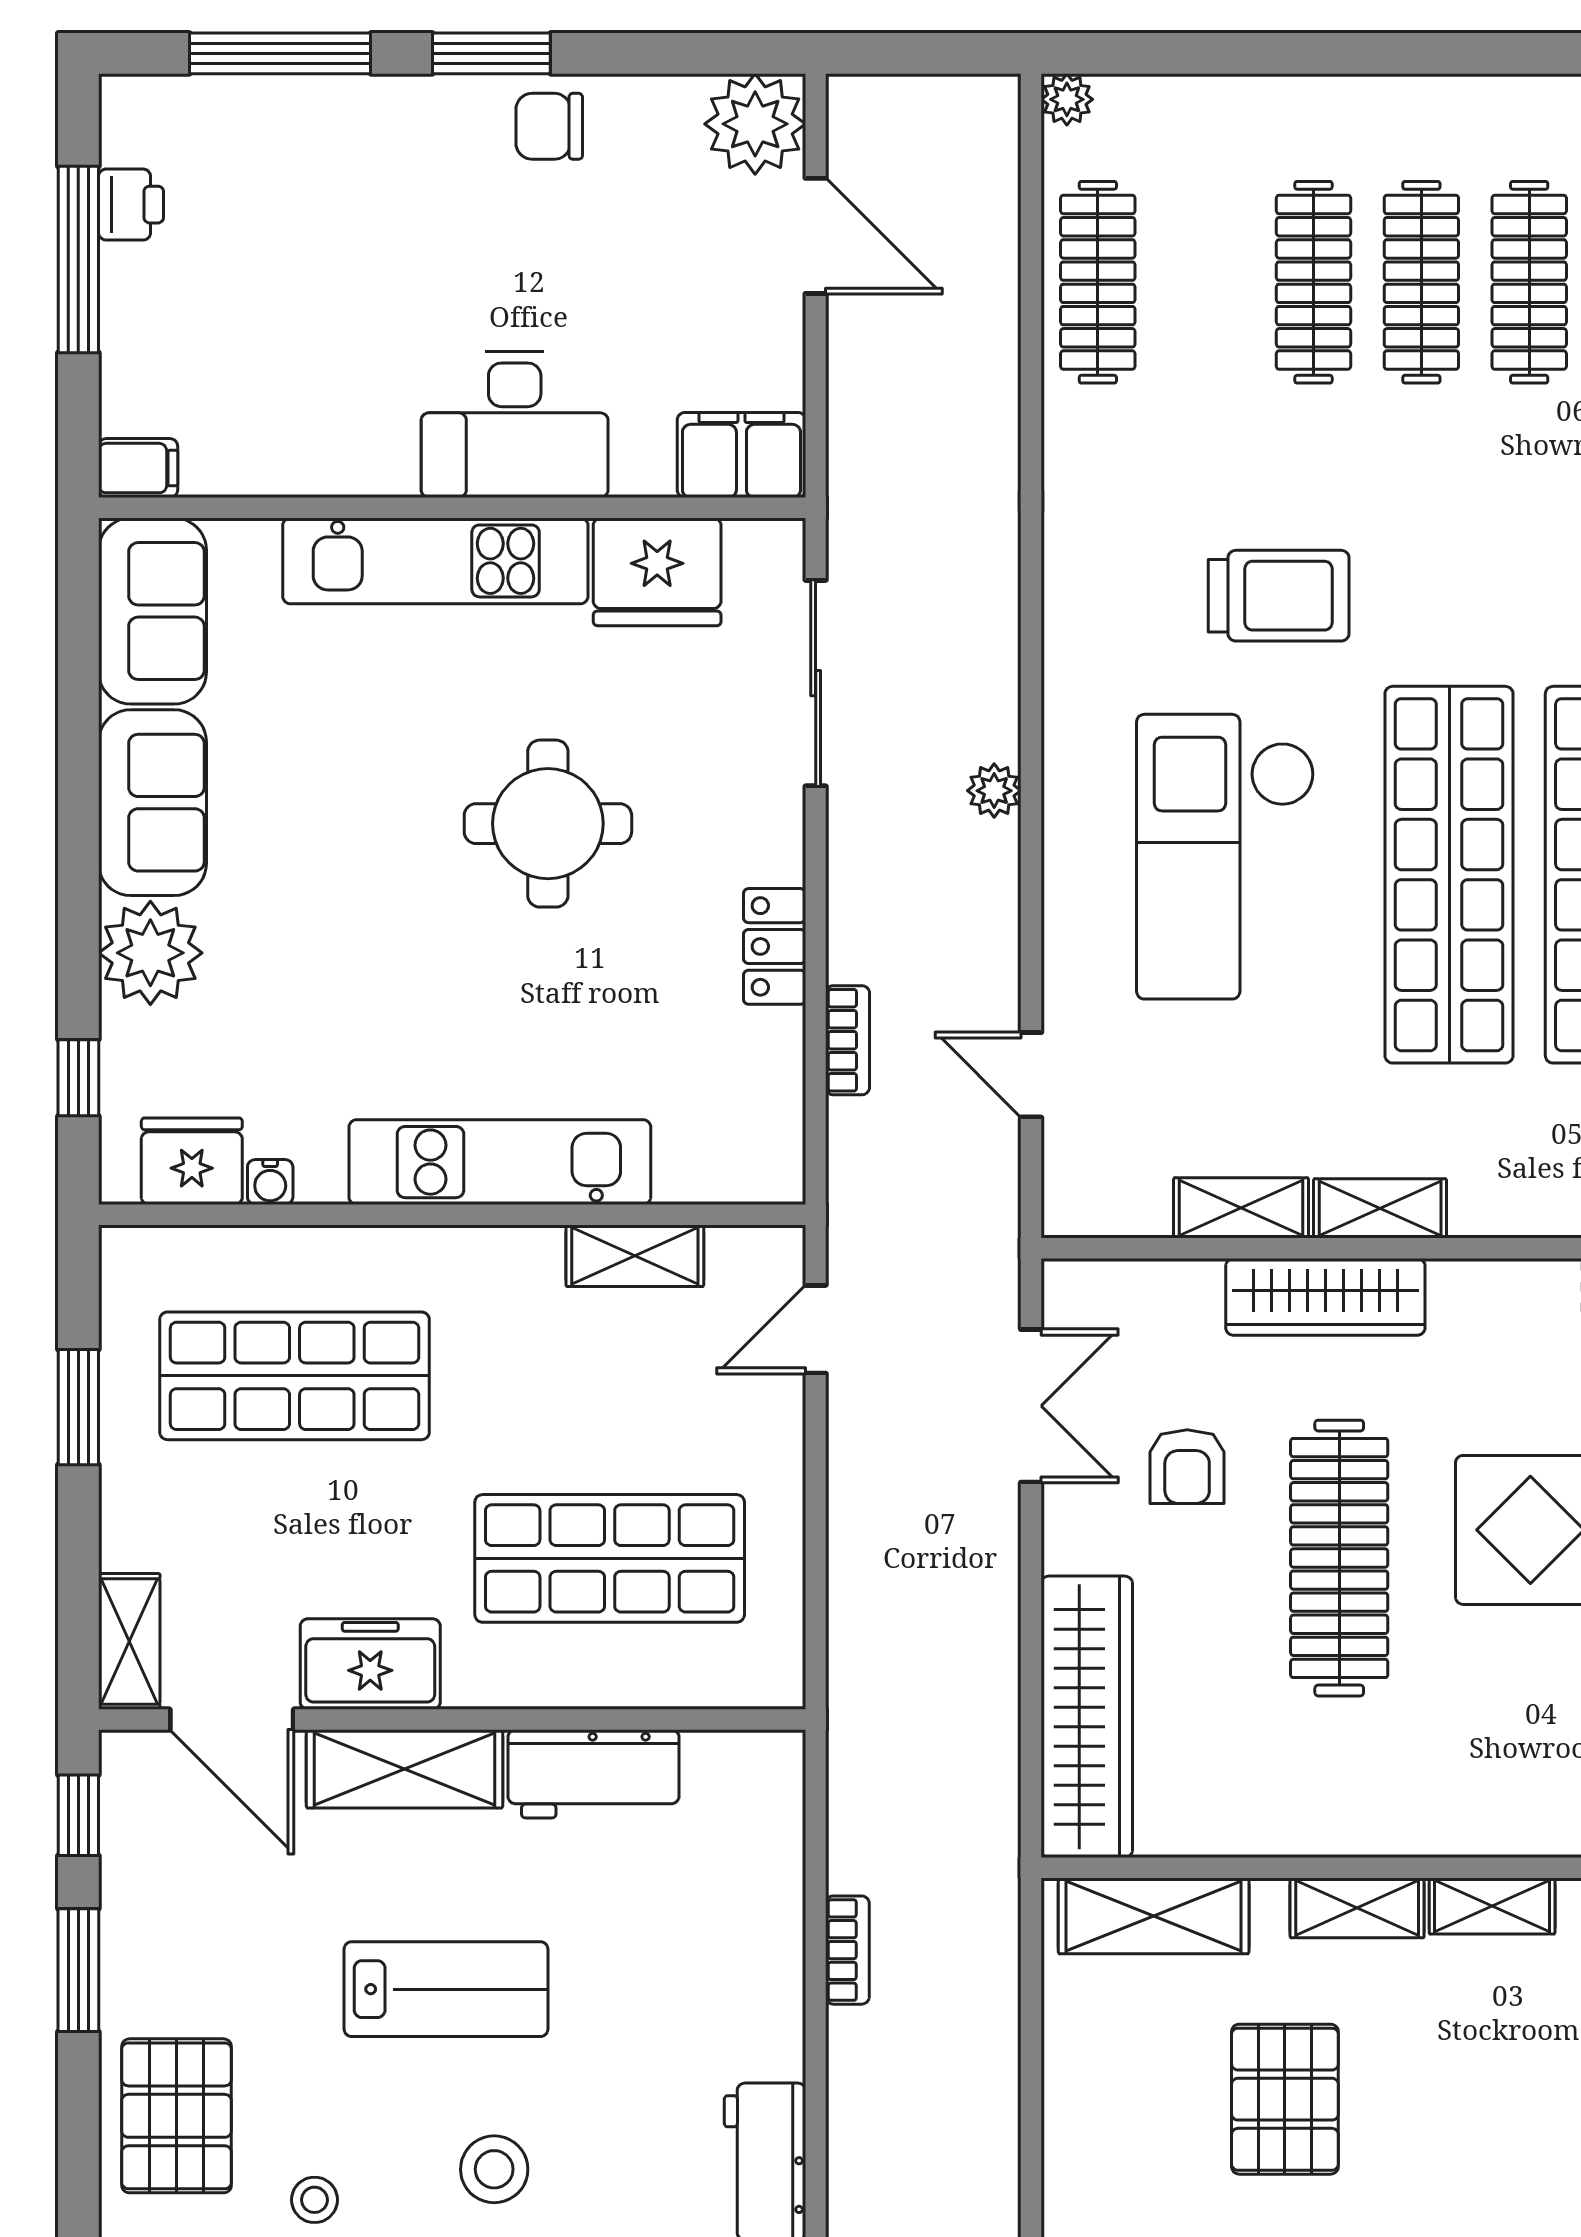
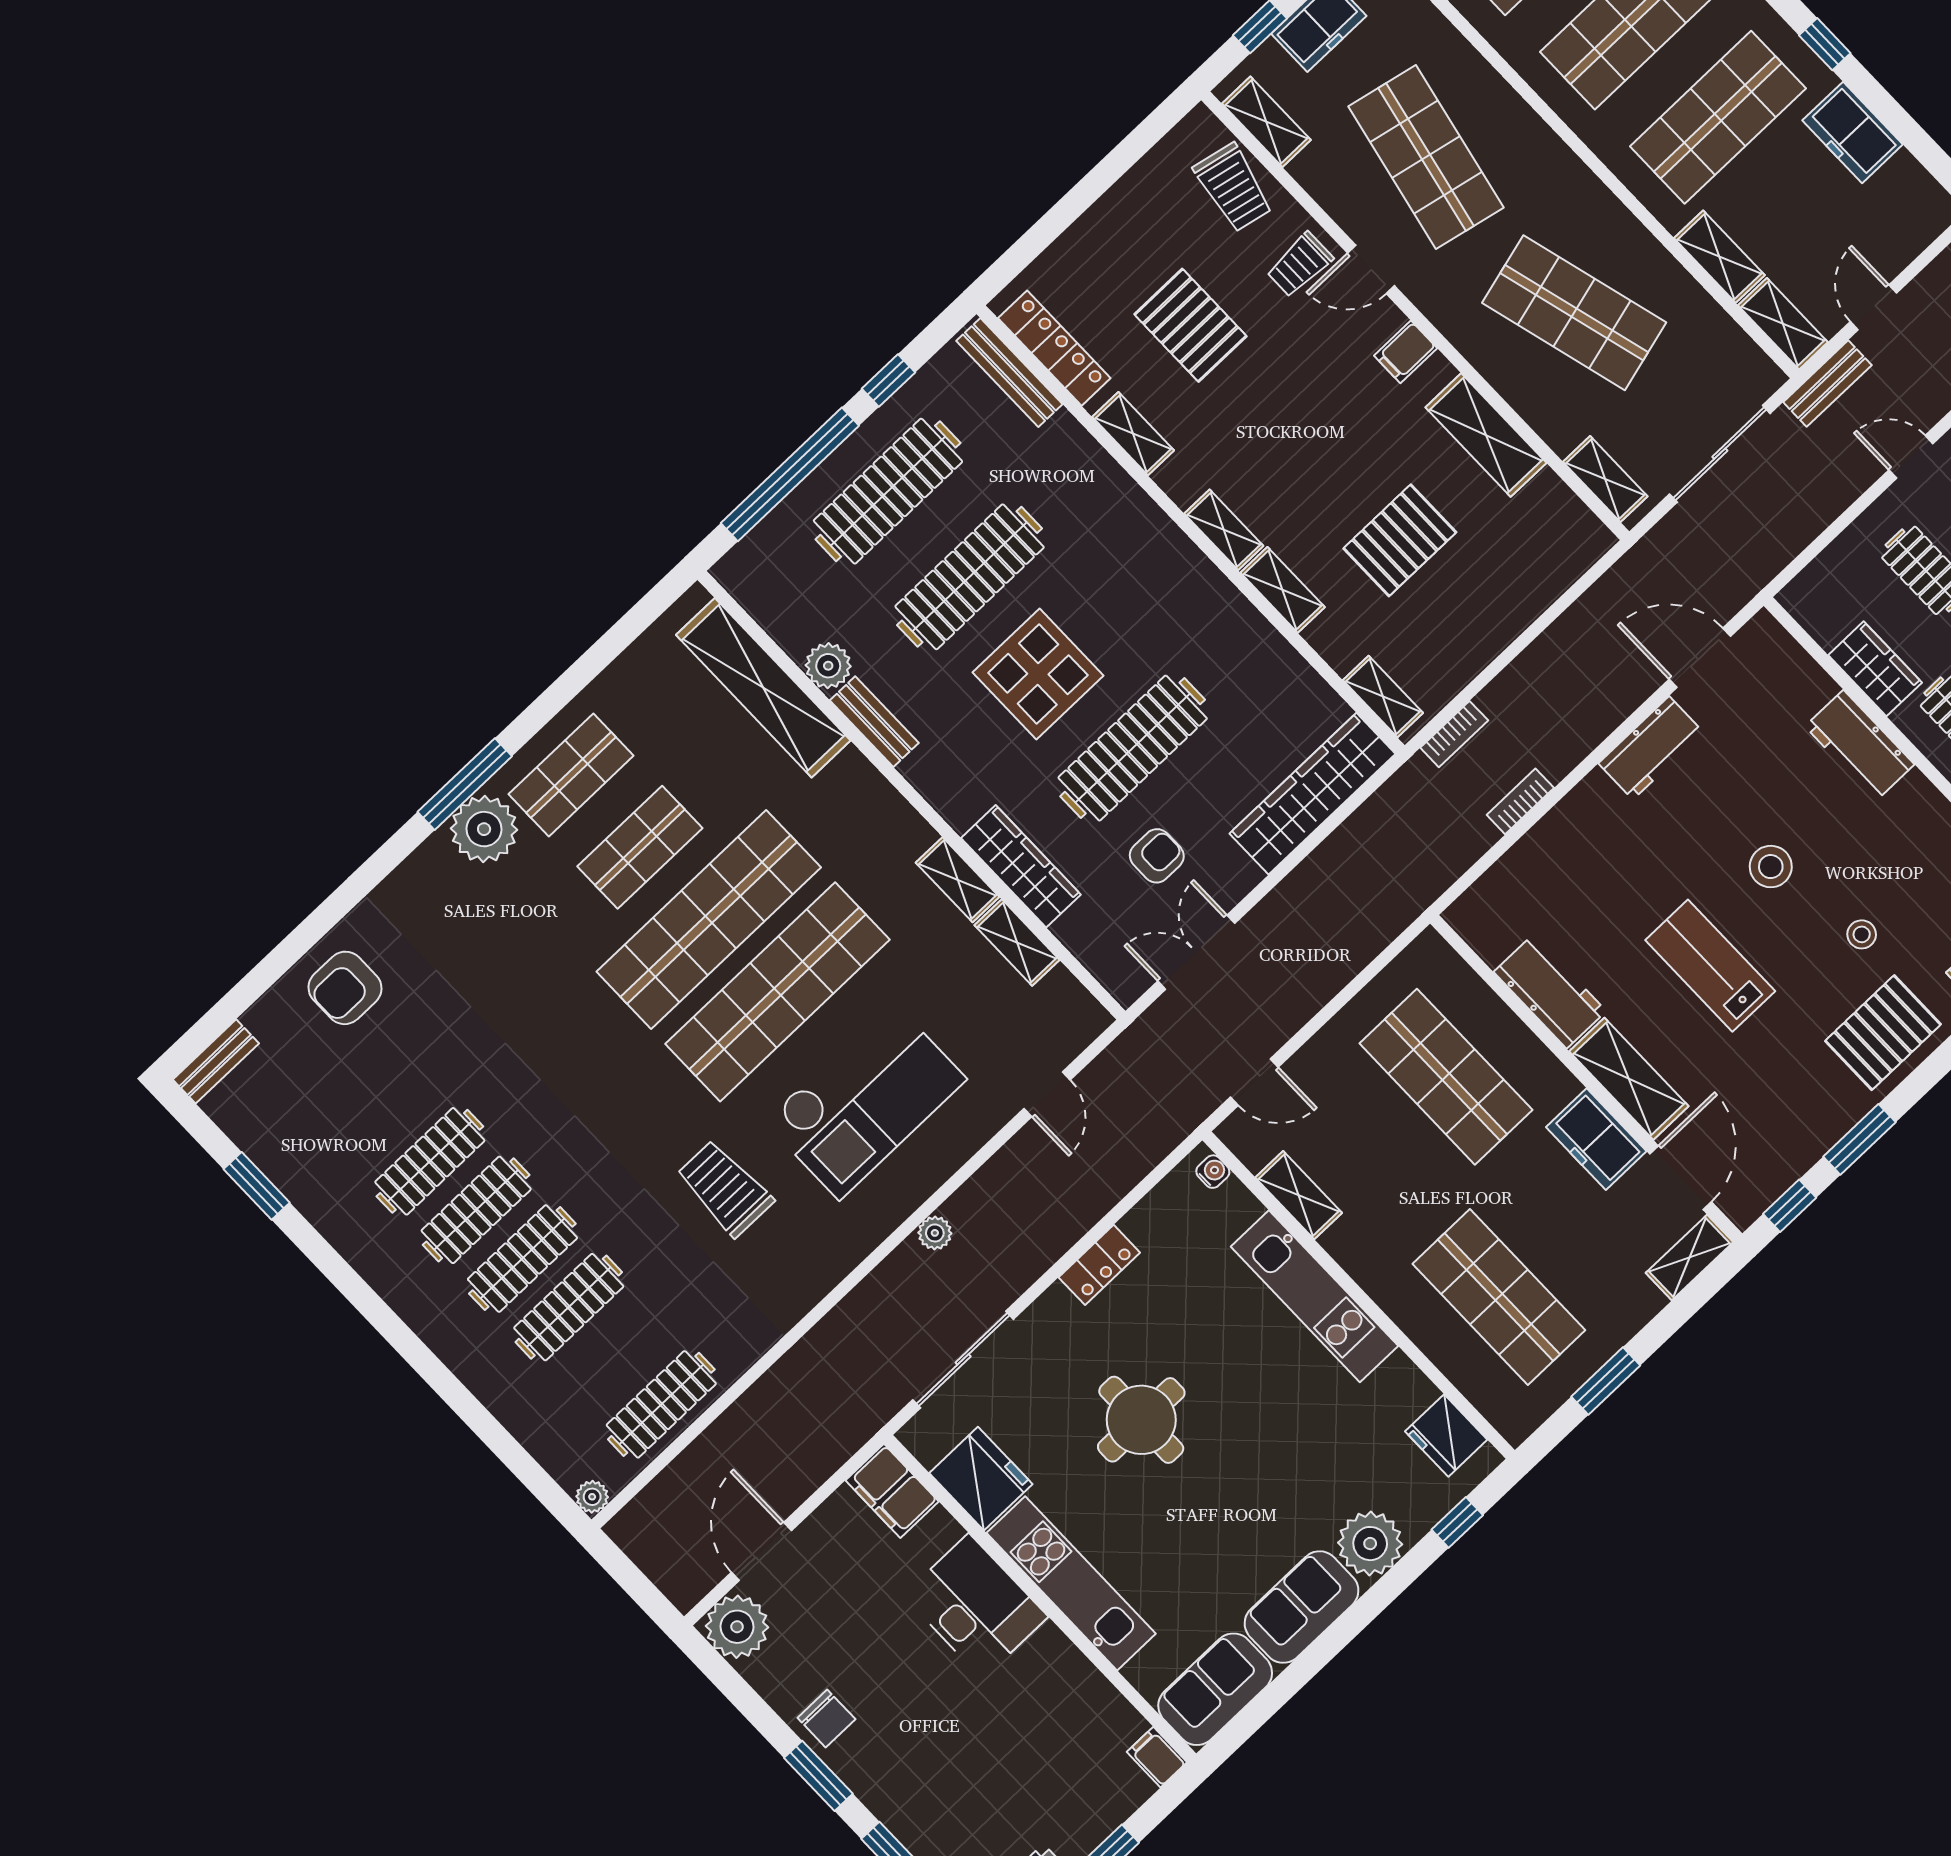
bookcase: (848, 1040) -> (1454, 734), moved, turned 180
water cooler: (270, 1182) -> (1213, 1172), moved
shelving: (1154, 1916) -> (1383, 697), width x0.67, depth x0.75

